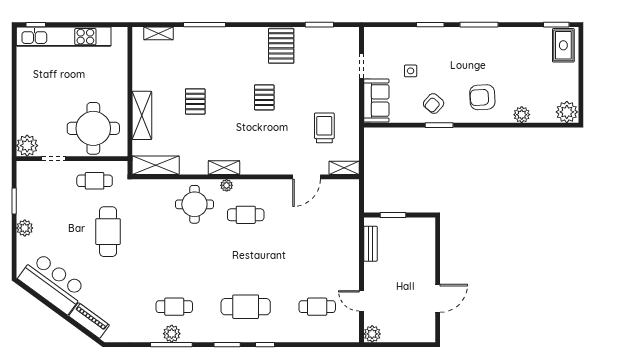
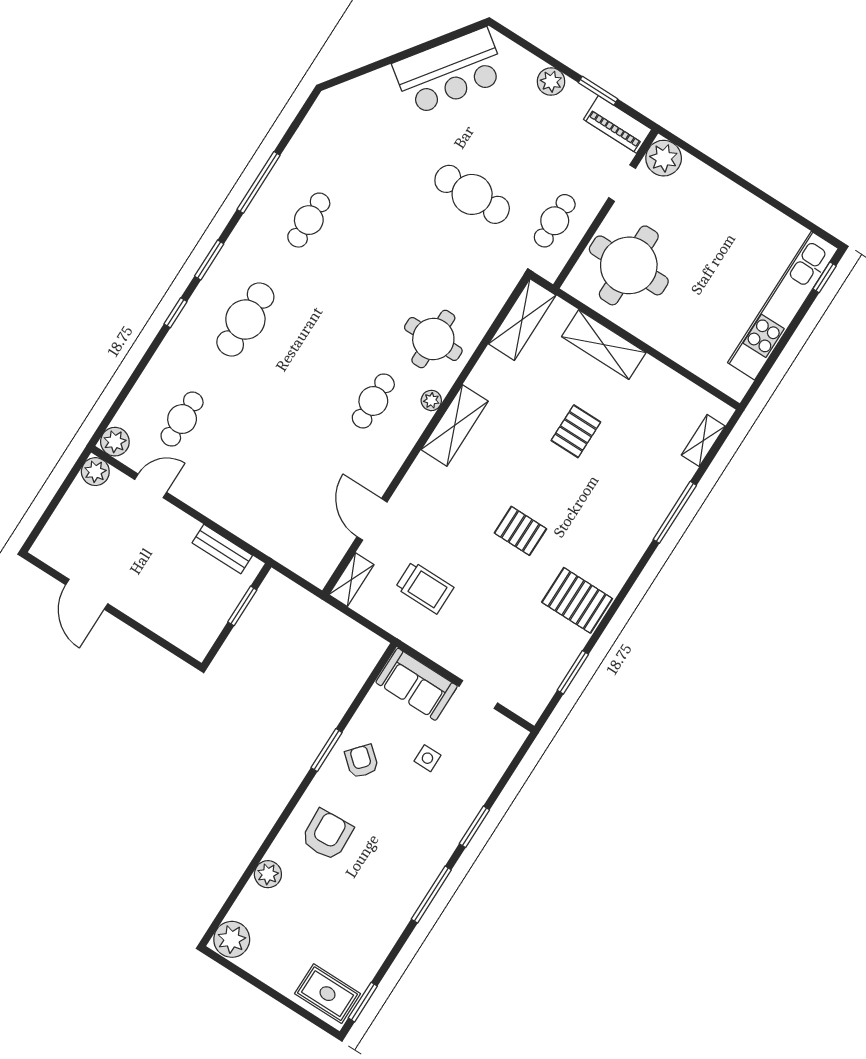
pallet: (195, 101) -> (576, 431), turned 90
shelving: (224, 168) -> (455, 425), width x1.50, depth x1.33
piano: (89, 321) -> (618, 124), moved, turned 54
plant: (172, 334) -> (115, 442), moved

